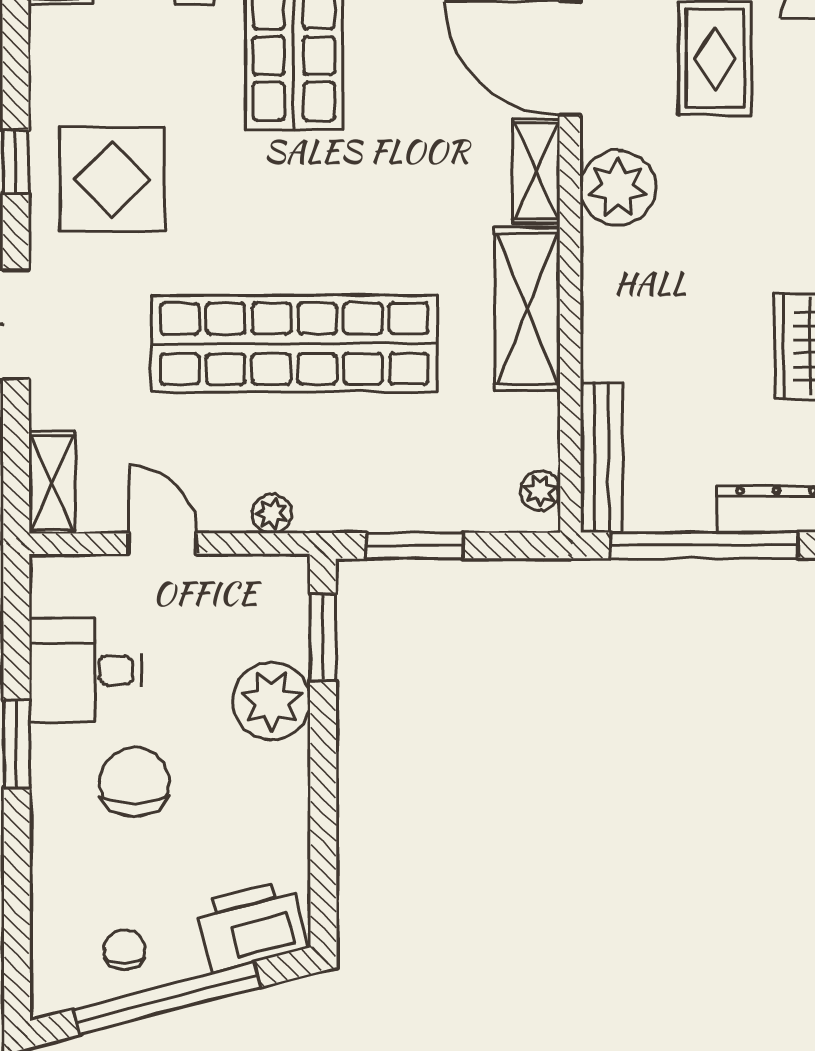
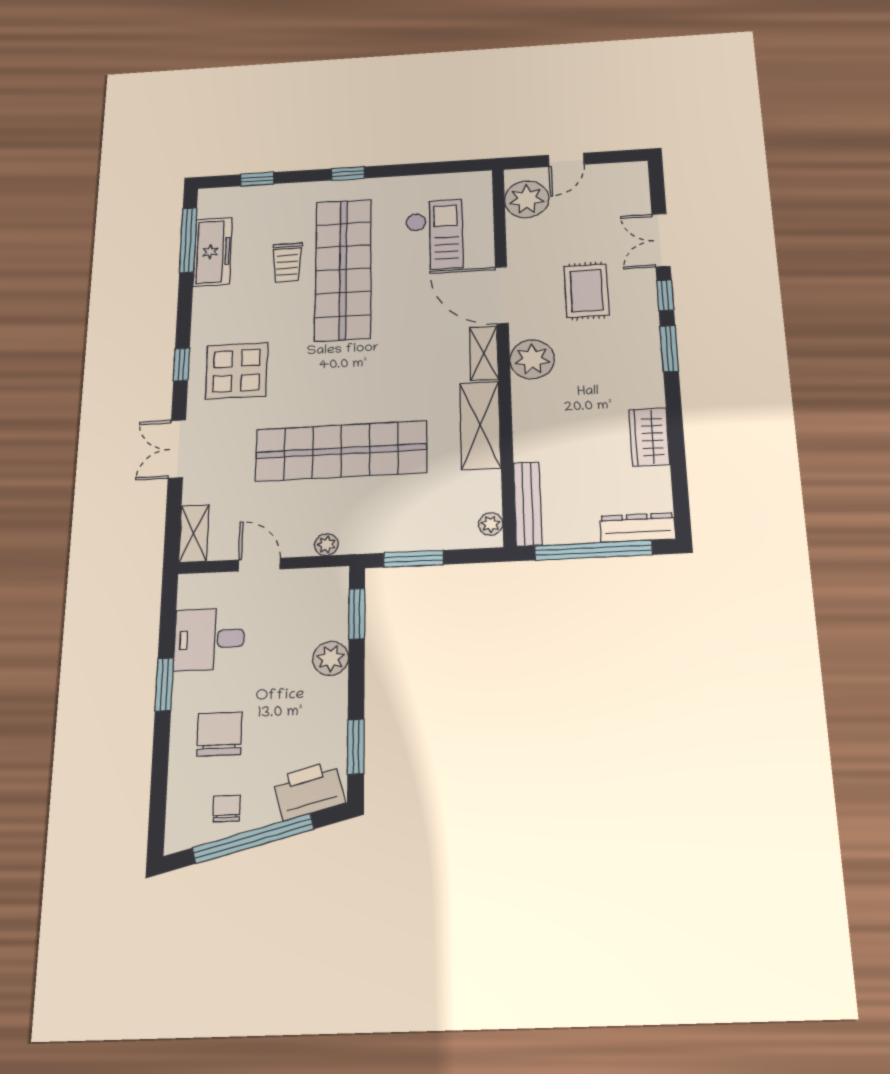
plant: (271, 701) -> (331, 658), width x0.73, depth x0.73
chair: (134, 782) -> (219, 734), moved
window: (323, 858) -> (356, 746), added

